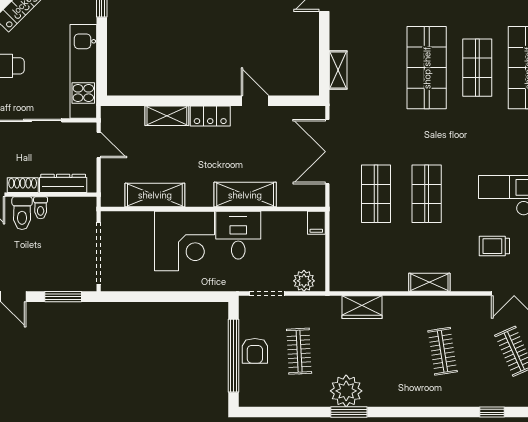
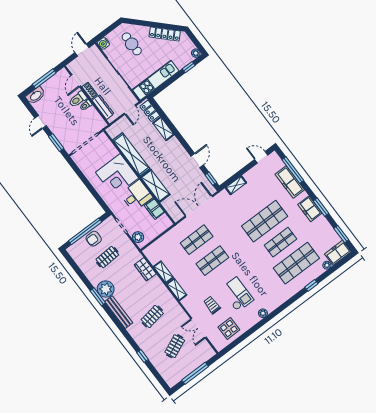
window: (299, 101) -> (211, 179), added
locker: (210, 116) -> (150, 111), moved
shelving: (155, 195) -> (131, 154), width x1.47
filing cabinet: (316, 223) -> (154, 209), moved, width x2.00
shelving: (387, 282) -> (163, 272), added
bench: (397, 398) -> (119, 312), added

